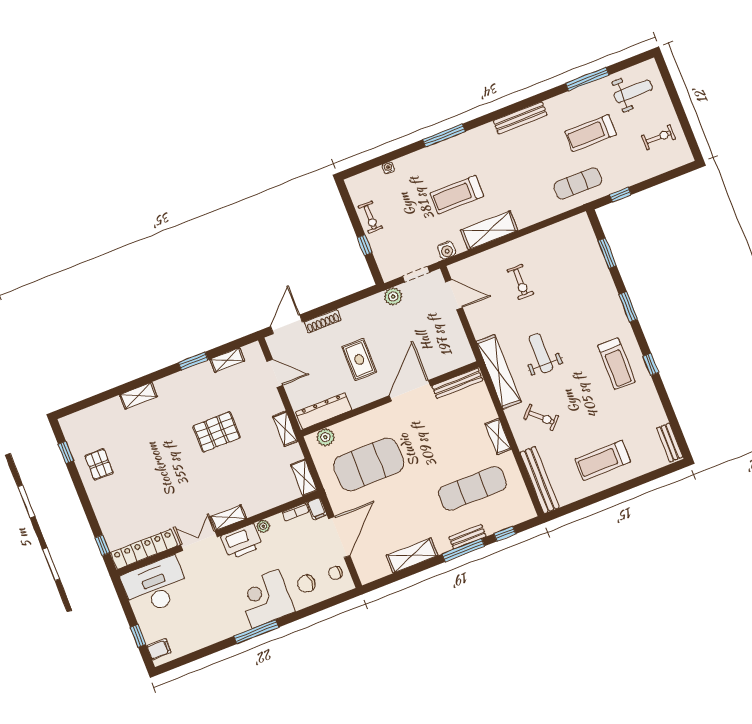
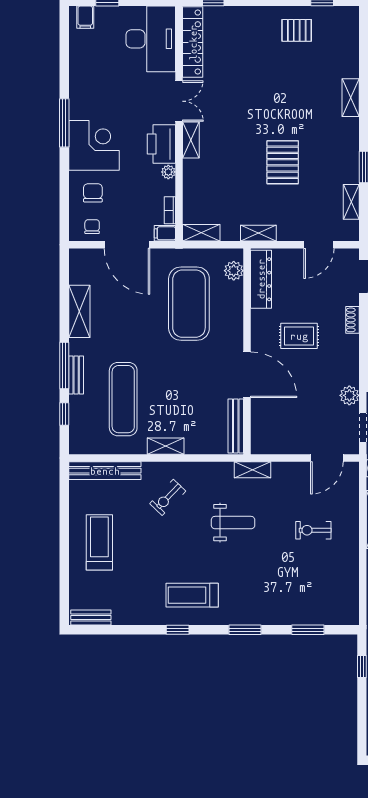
shoe rack: (323, 321) -> (353, 320), width x0.70
shelving: (499, 372) -> (252, 470), width x0.45, depth x0.75

